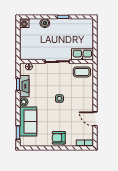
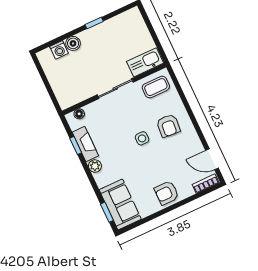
washing machine: (24, 23) -> (59, 50), moved
armchair: (78, 98) -> (168, 126), added
door: (95, 119) -> (212, 159), moved
sofa: (28, 122) -> (120, 204), moved

